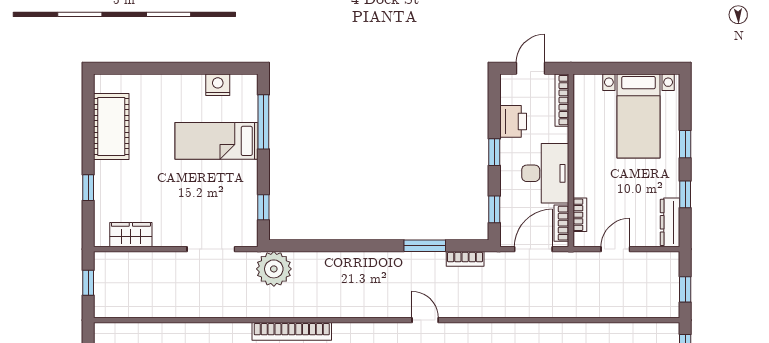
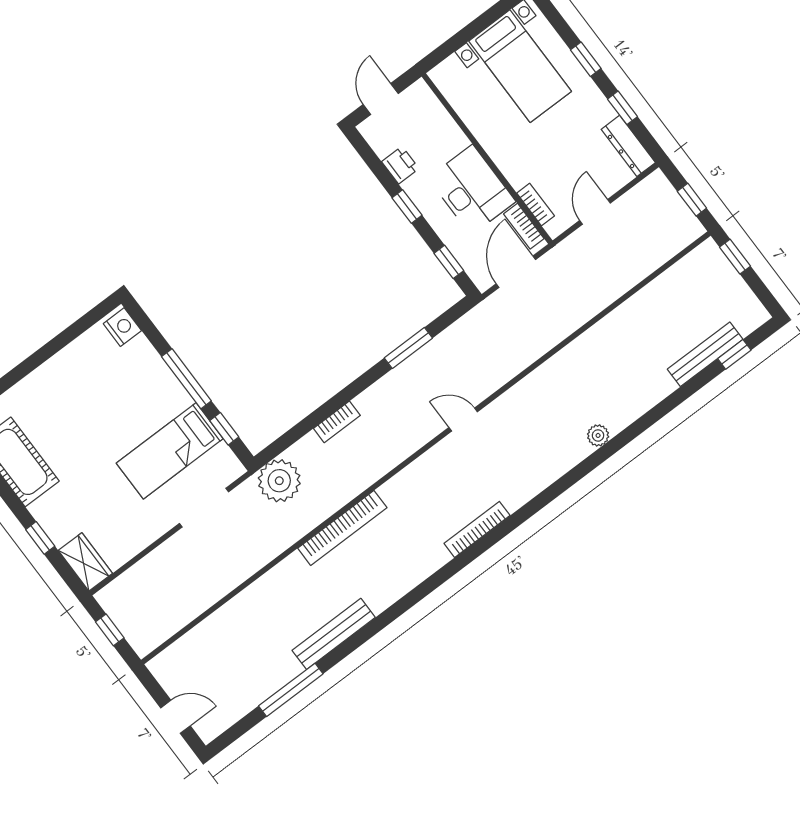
nightstand: (218, 85) -> (122, 327), moved, turned 90
bookcase: (562, 100) -> (434, 107), removed
printer: (513, 121) -> (400, 165), width x0.73, depth x0.81
window: (263, 122) -> (186, 379), moved
bed: (217, 141) -> (170, 451), moved
wardrobe: (131, 235) -> (85, 562), moved, turned 90
bookcase: (465, 259) -> (337, 422), moved

